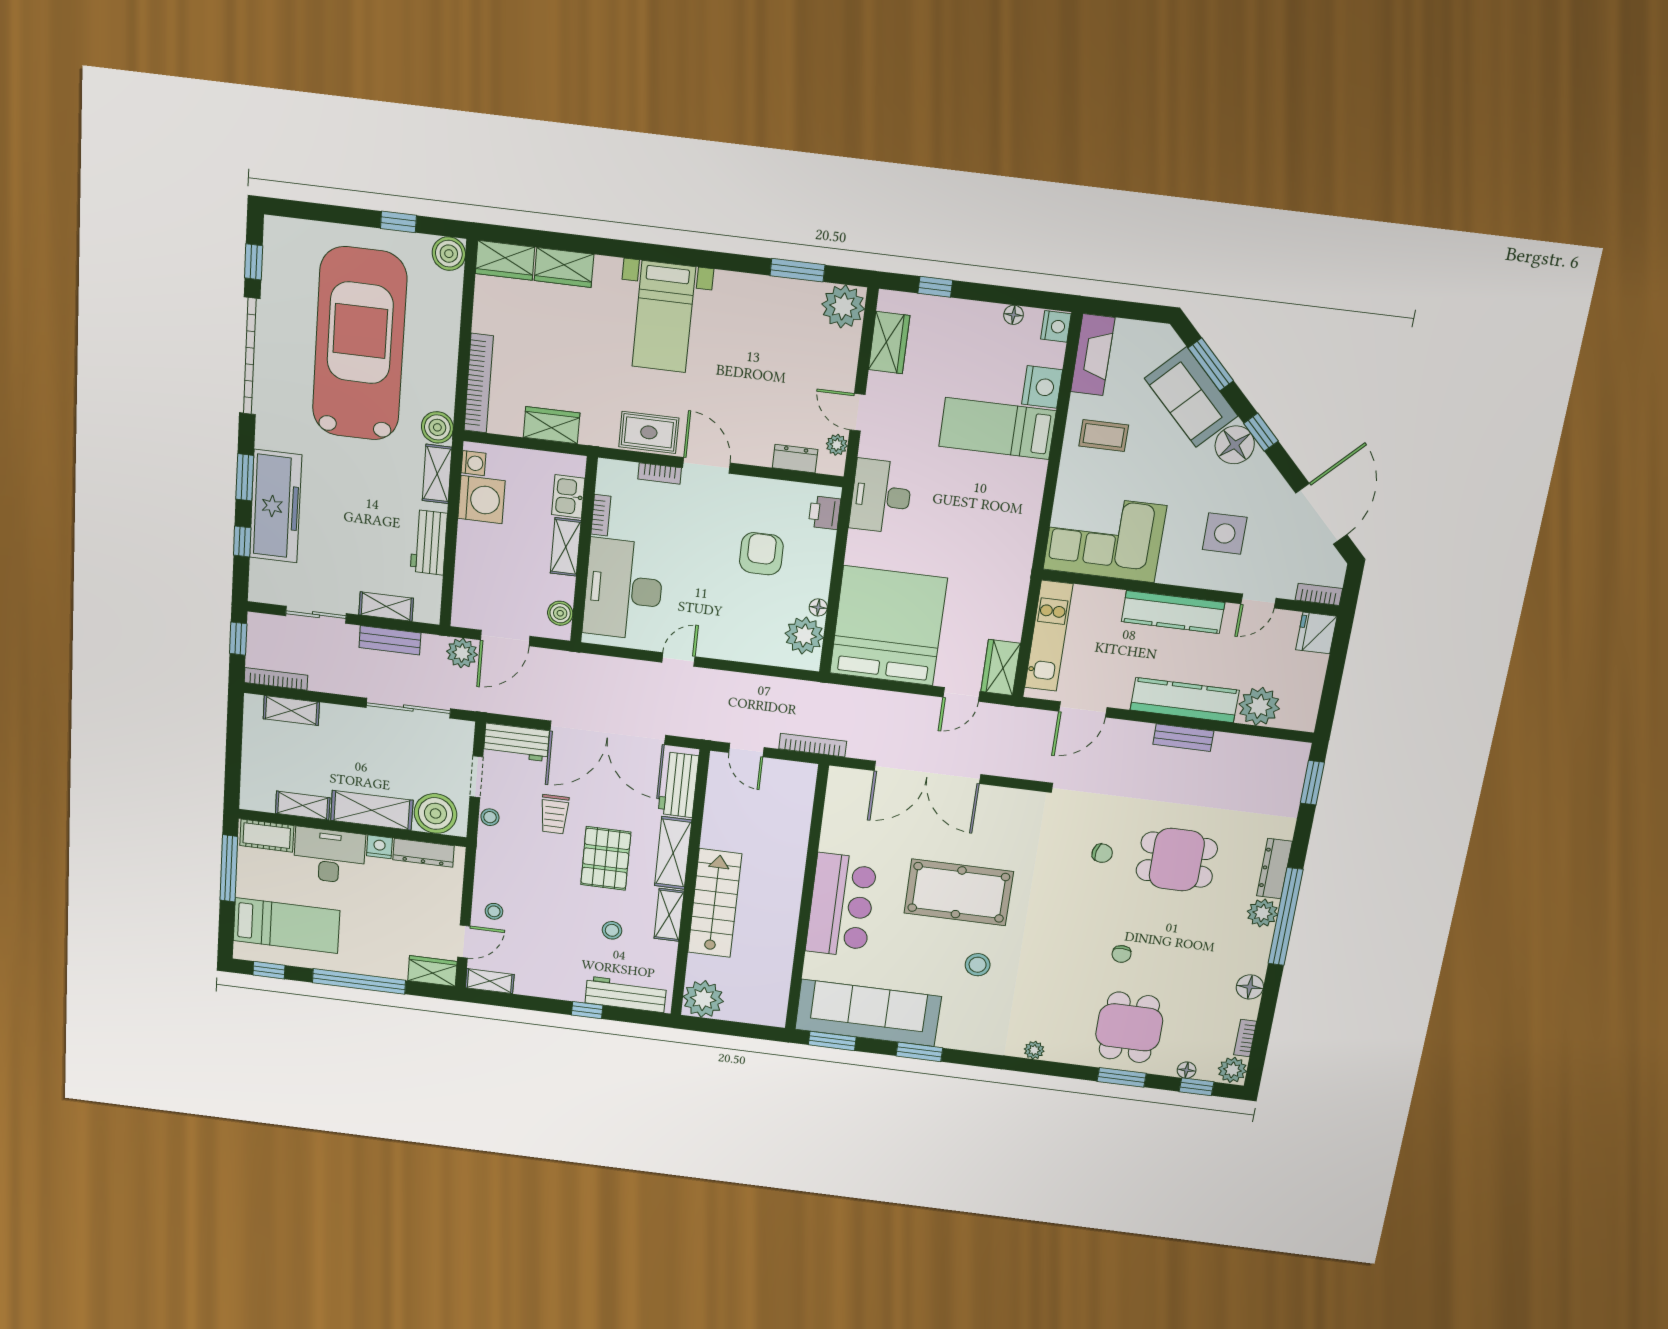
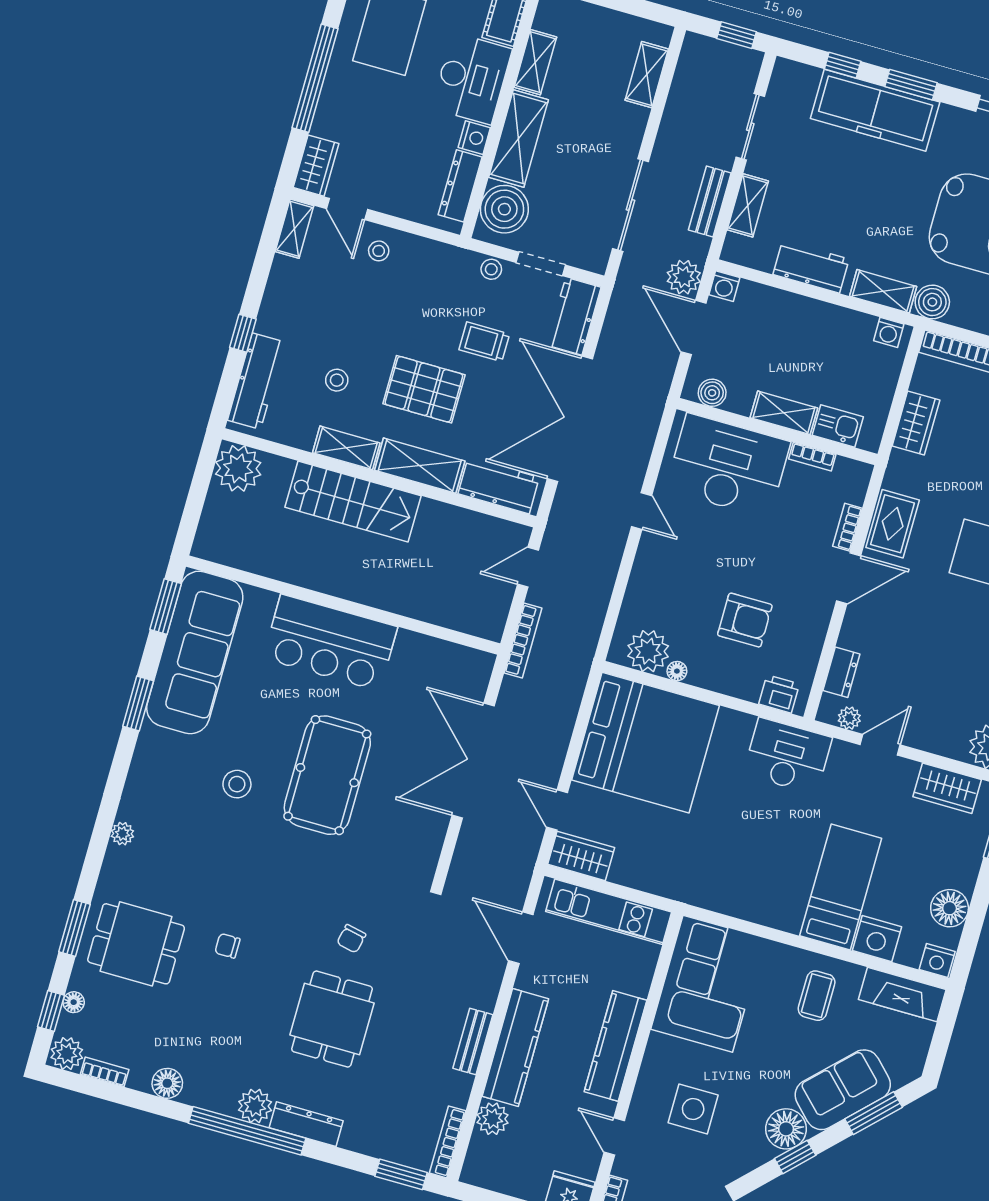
floor lamp: (1014, 315) -> (950, 908), width x1.89, depth x1.89
washing machine: (481, 500) -> (724, 286), moved, width x0.53, depth x0.53
bookcase: (276, 679) -> (448, 1142), moved, turned 180
plant: (1259, 706) -> (493, 1119), width x0.73, depth x0.73

